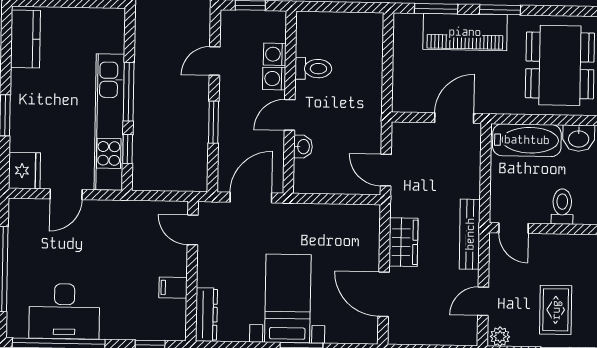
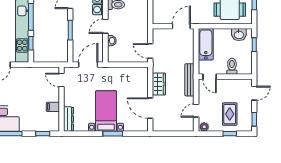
bathtub: (527, 140) -> (206, 44), moved, turned -90

